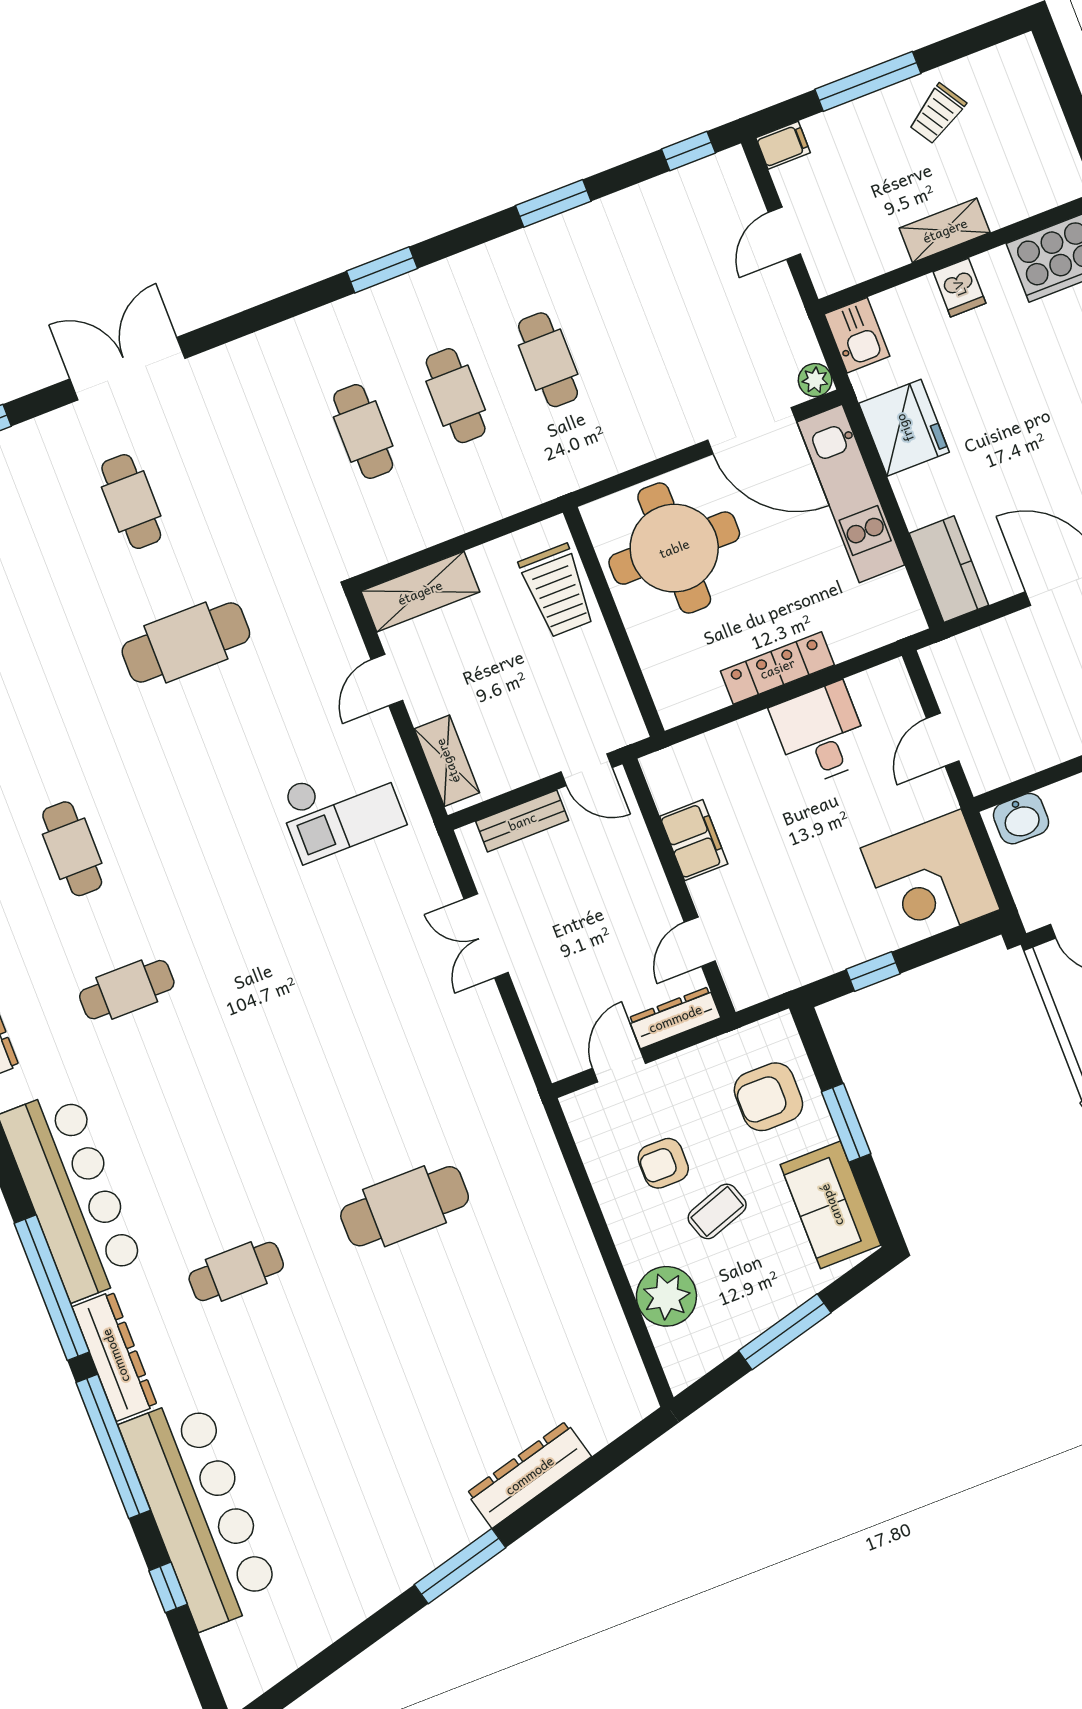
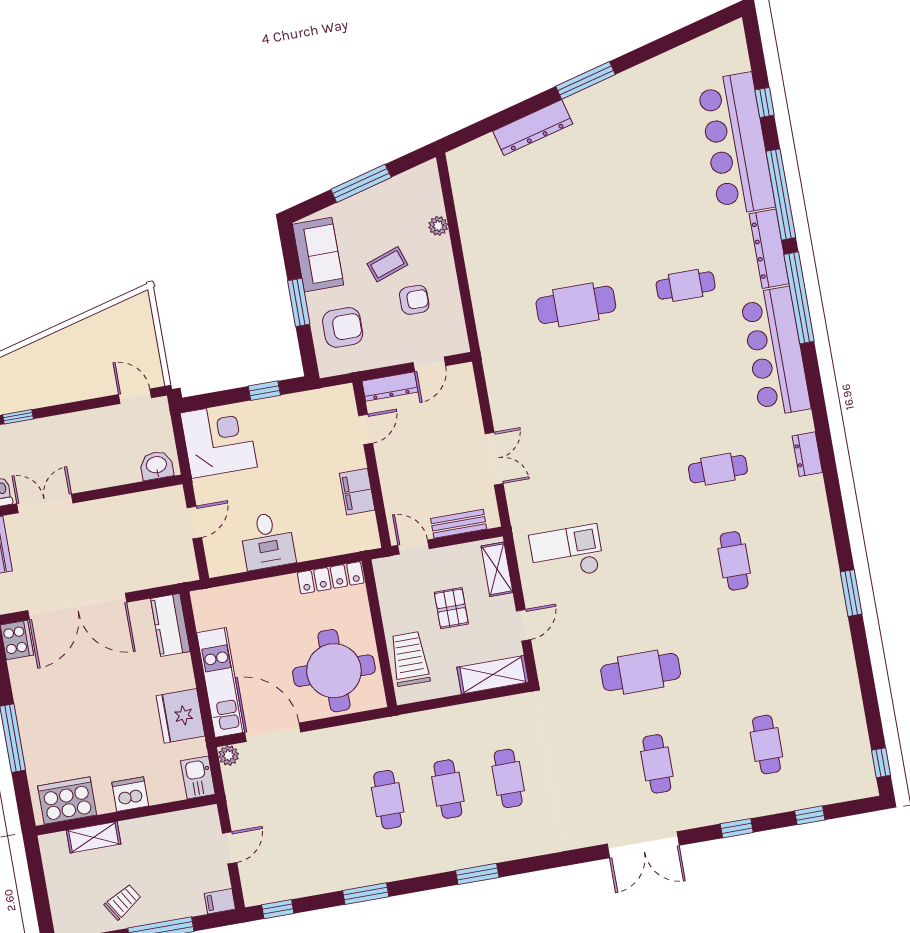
shelving: (945, 230) -> (94, 837), moved
dishwasher: (959, 288) -> (130, 794), width x1.38
locker: (777, 668) -> (331, 578), moved
pallet: (507, 685) -> (451, 608), added
plant: (666, 1296) -> (438, 226), width x0.53, depth x0.53

